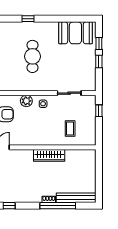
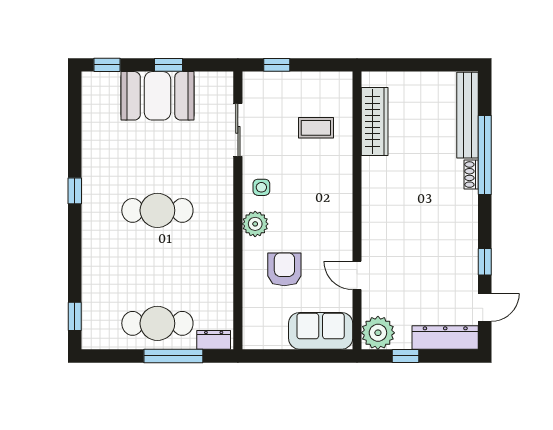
window: (28, 19) -> (75, 191), moved
booth: (75, 33) -> (158, 96), moved, turned 90
window: (99, 43) -> (107, 65), moved
wardrobe: (49, 155) -> (375, 121), moved

